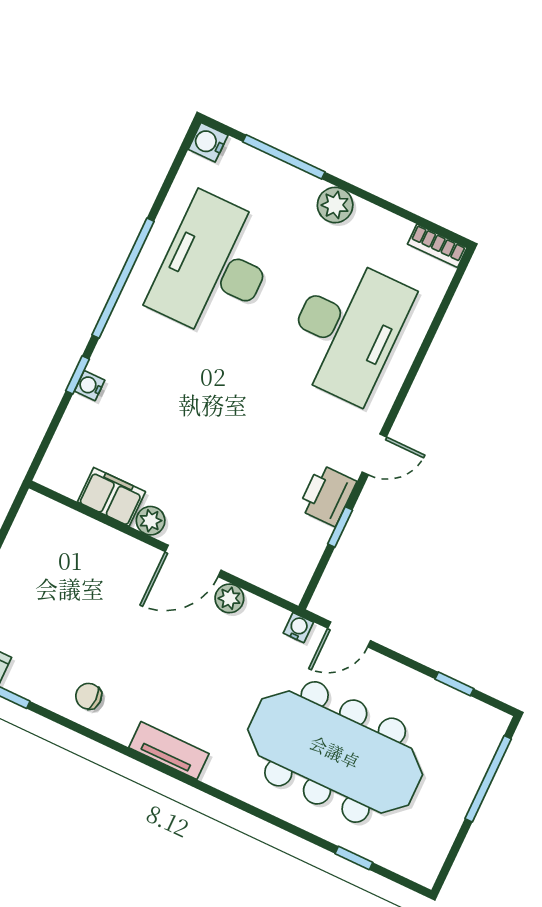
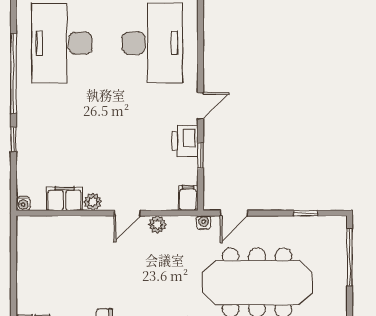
water cooler: (90, 386) -> (23, 203), moved, turned -90
door: (193, 561) -> (127, 213), width x0.73
filing cabinet: (292, 581) -> (188, 198), added

